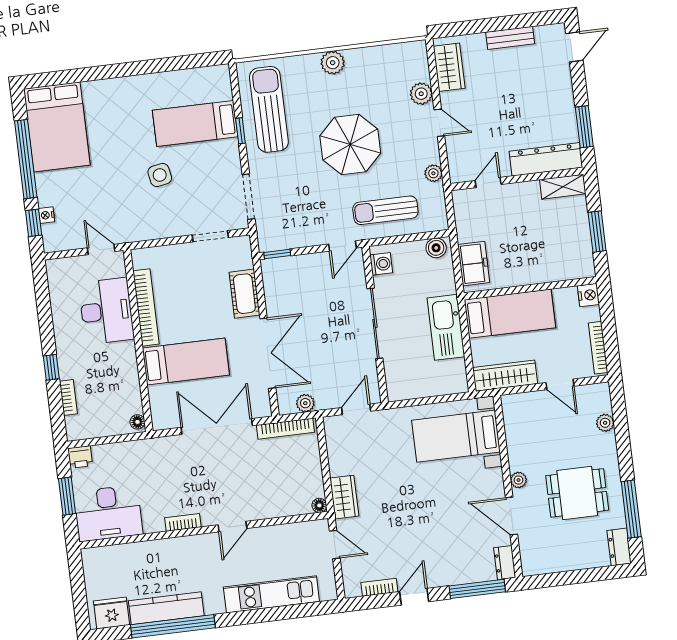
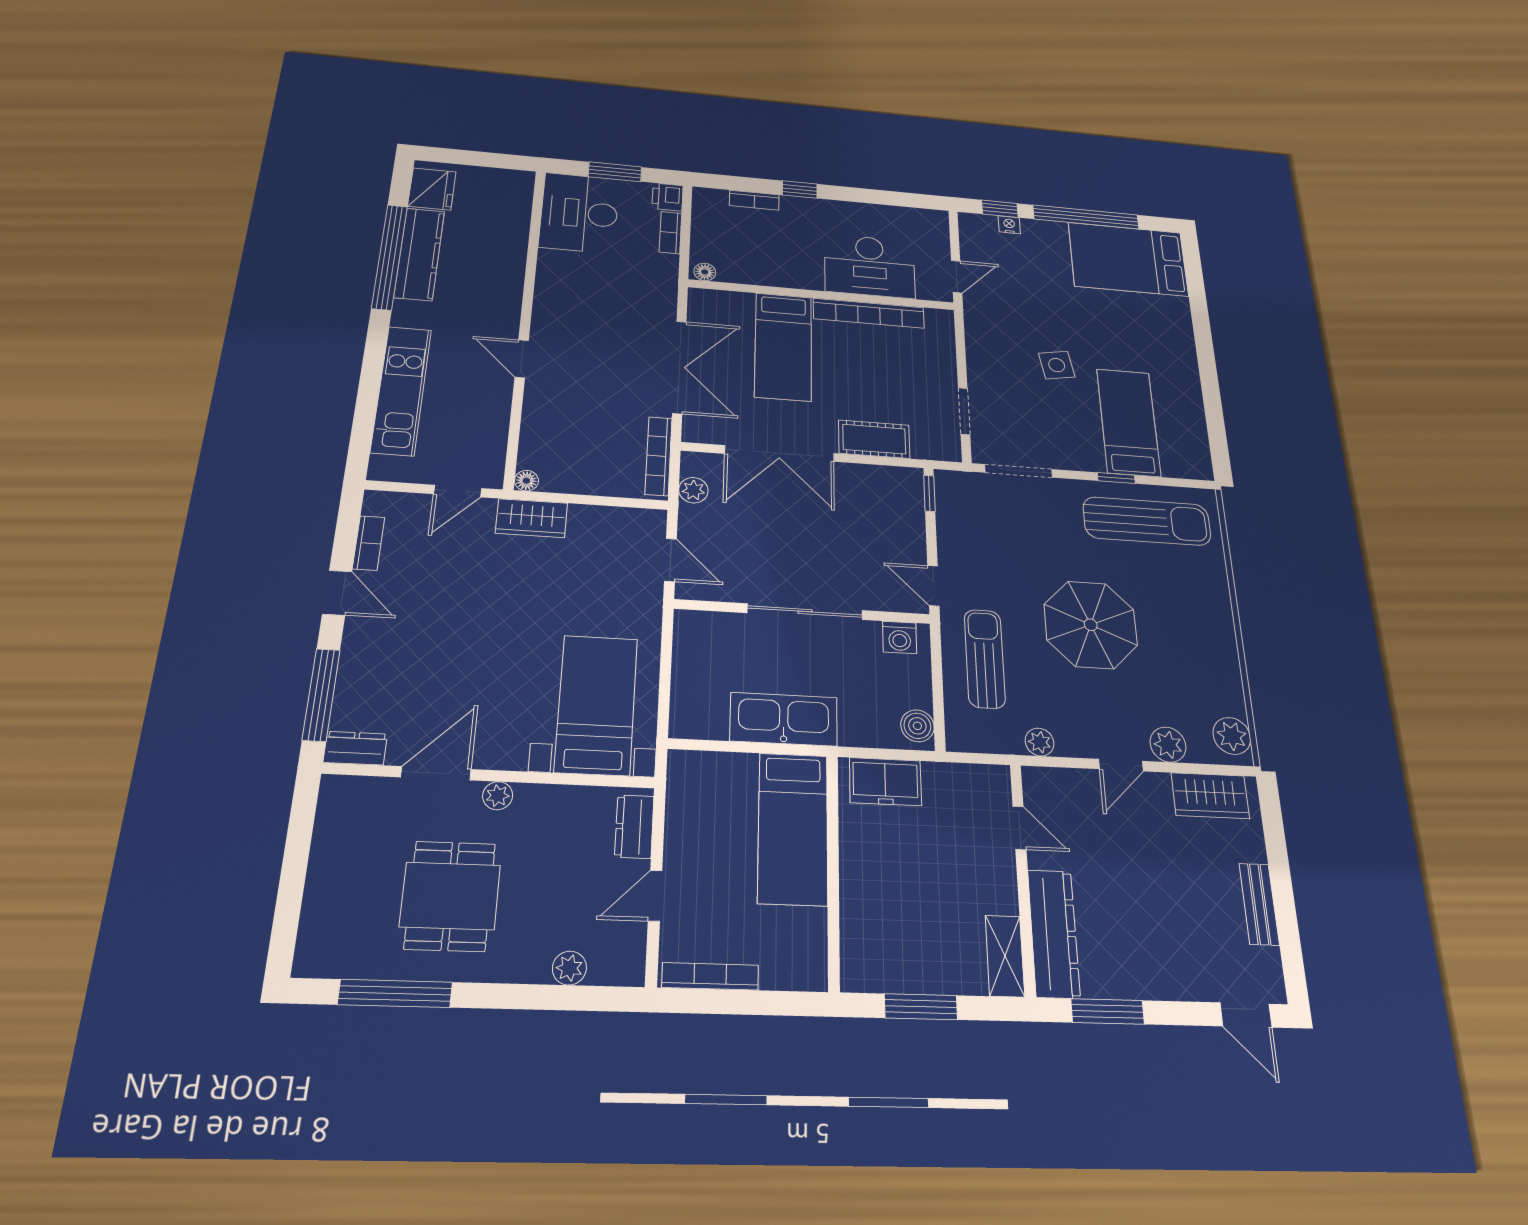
plant: (333, 63) -> (1232, 736), moved
nightstand: (588, 295) -> (808, 973), removed
wardrobe: (505, 376) -> (686, 803), removed
bookcase: (183, 522) -> (671, 233), moved, turned 180
dresser: (619, 547) -> (634, 827), moved, turned -90

